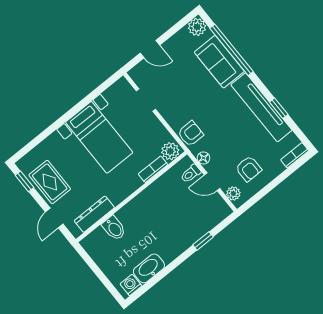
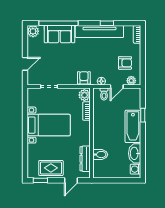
door: (54, 218) -> (71, 180), hinge flipped
bathtub: (180, 240) -> (133, 126), added

